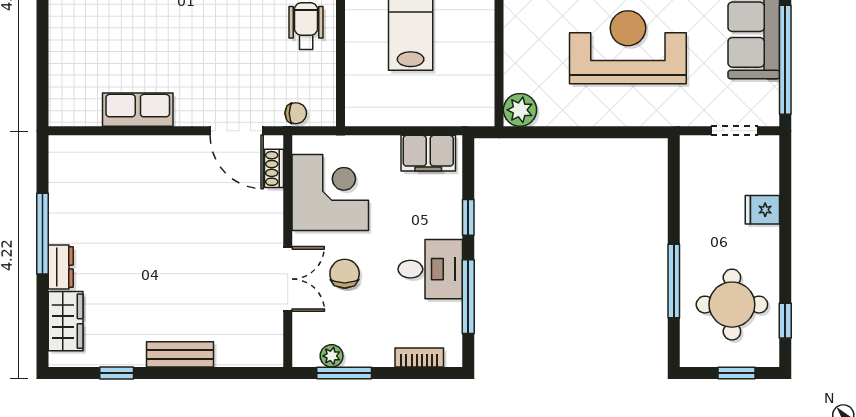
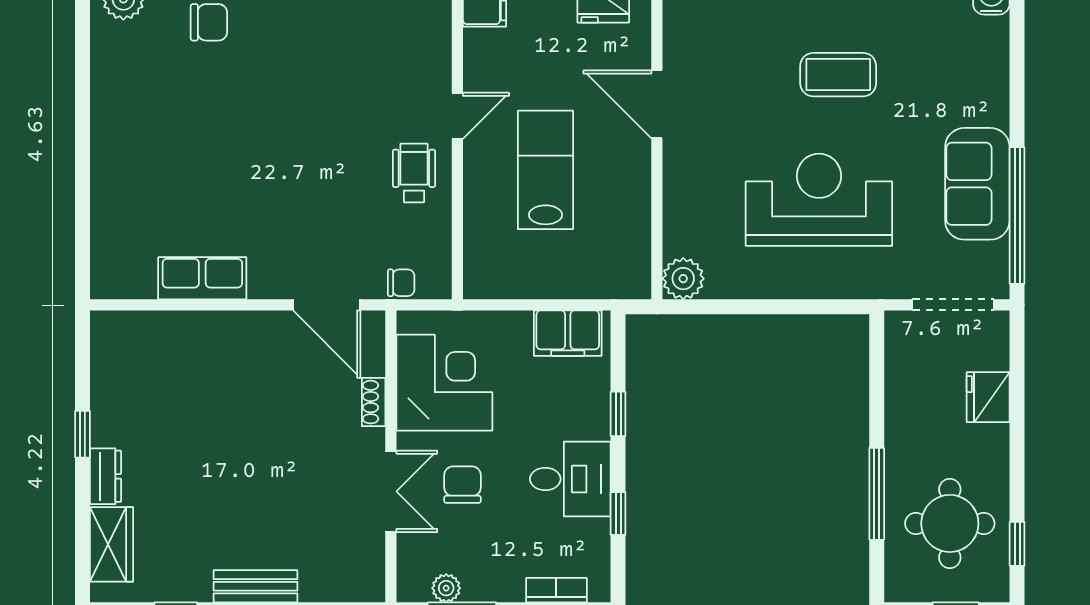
doorway: (735, 131) -> (953, 305), width x1.38
shoe rack: (274, 168) -> (374, 402), moved
fridge: (762, 210) -> (988, 397), width x1.38
window: (42, 234) -> (82, 434), width x0.46
window: (468, 297) -> (618, 514), width x0.46

